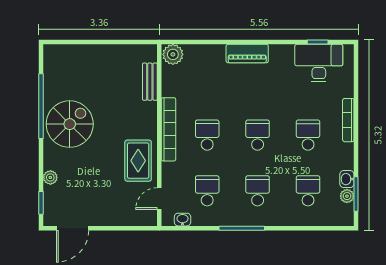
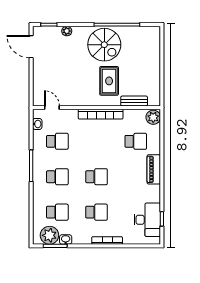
school desk: (207, 135) -> (136, 141), moved
rug: (138, 161) -> (109, 81), moved, turned 90
plant: (347, 196) -> (49, 235), width x1.88, depth x1.88

